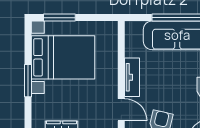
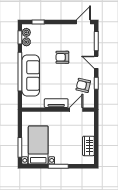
bed with nightstands: (63, 57) -> (38, 145), width x0.73

